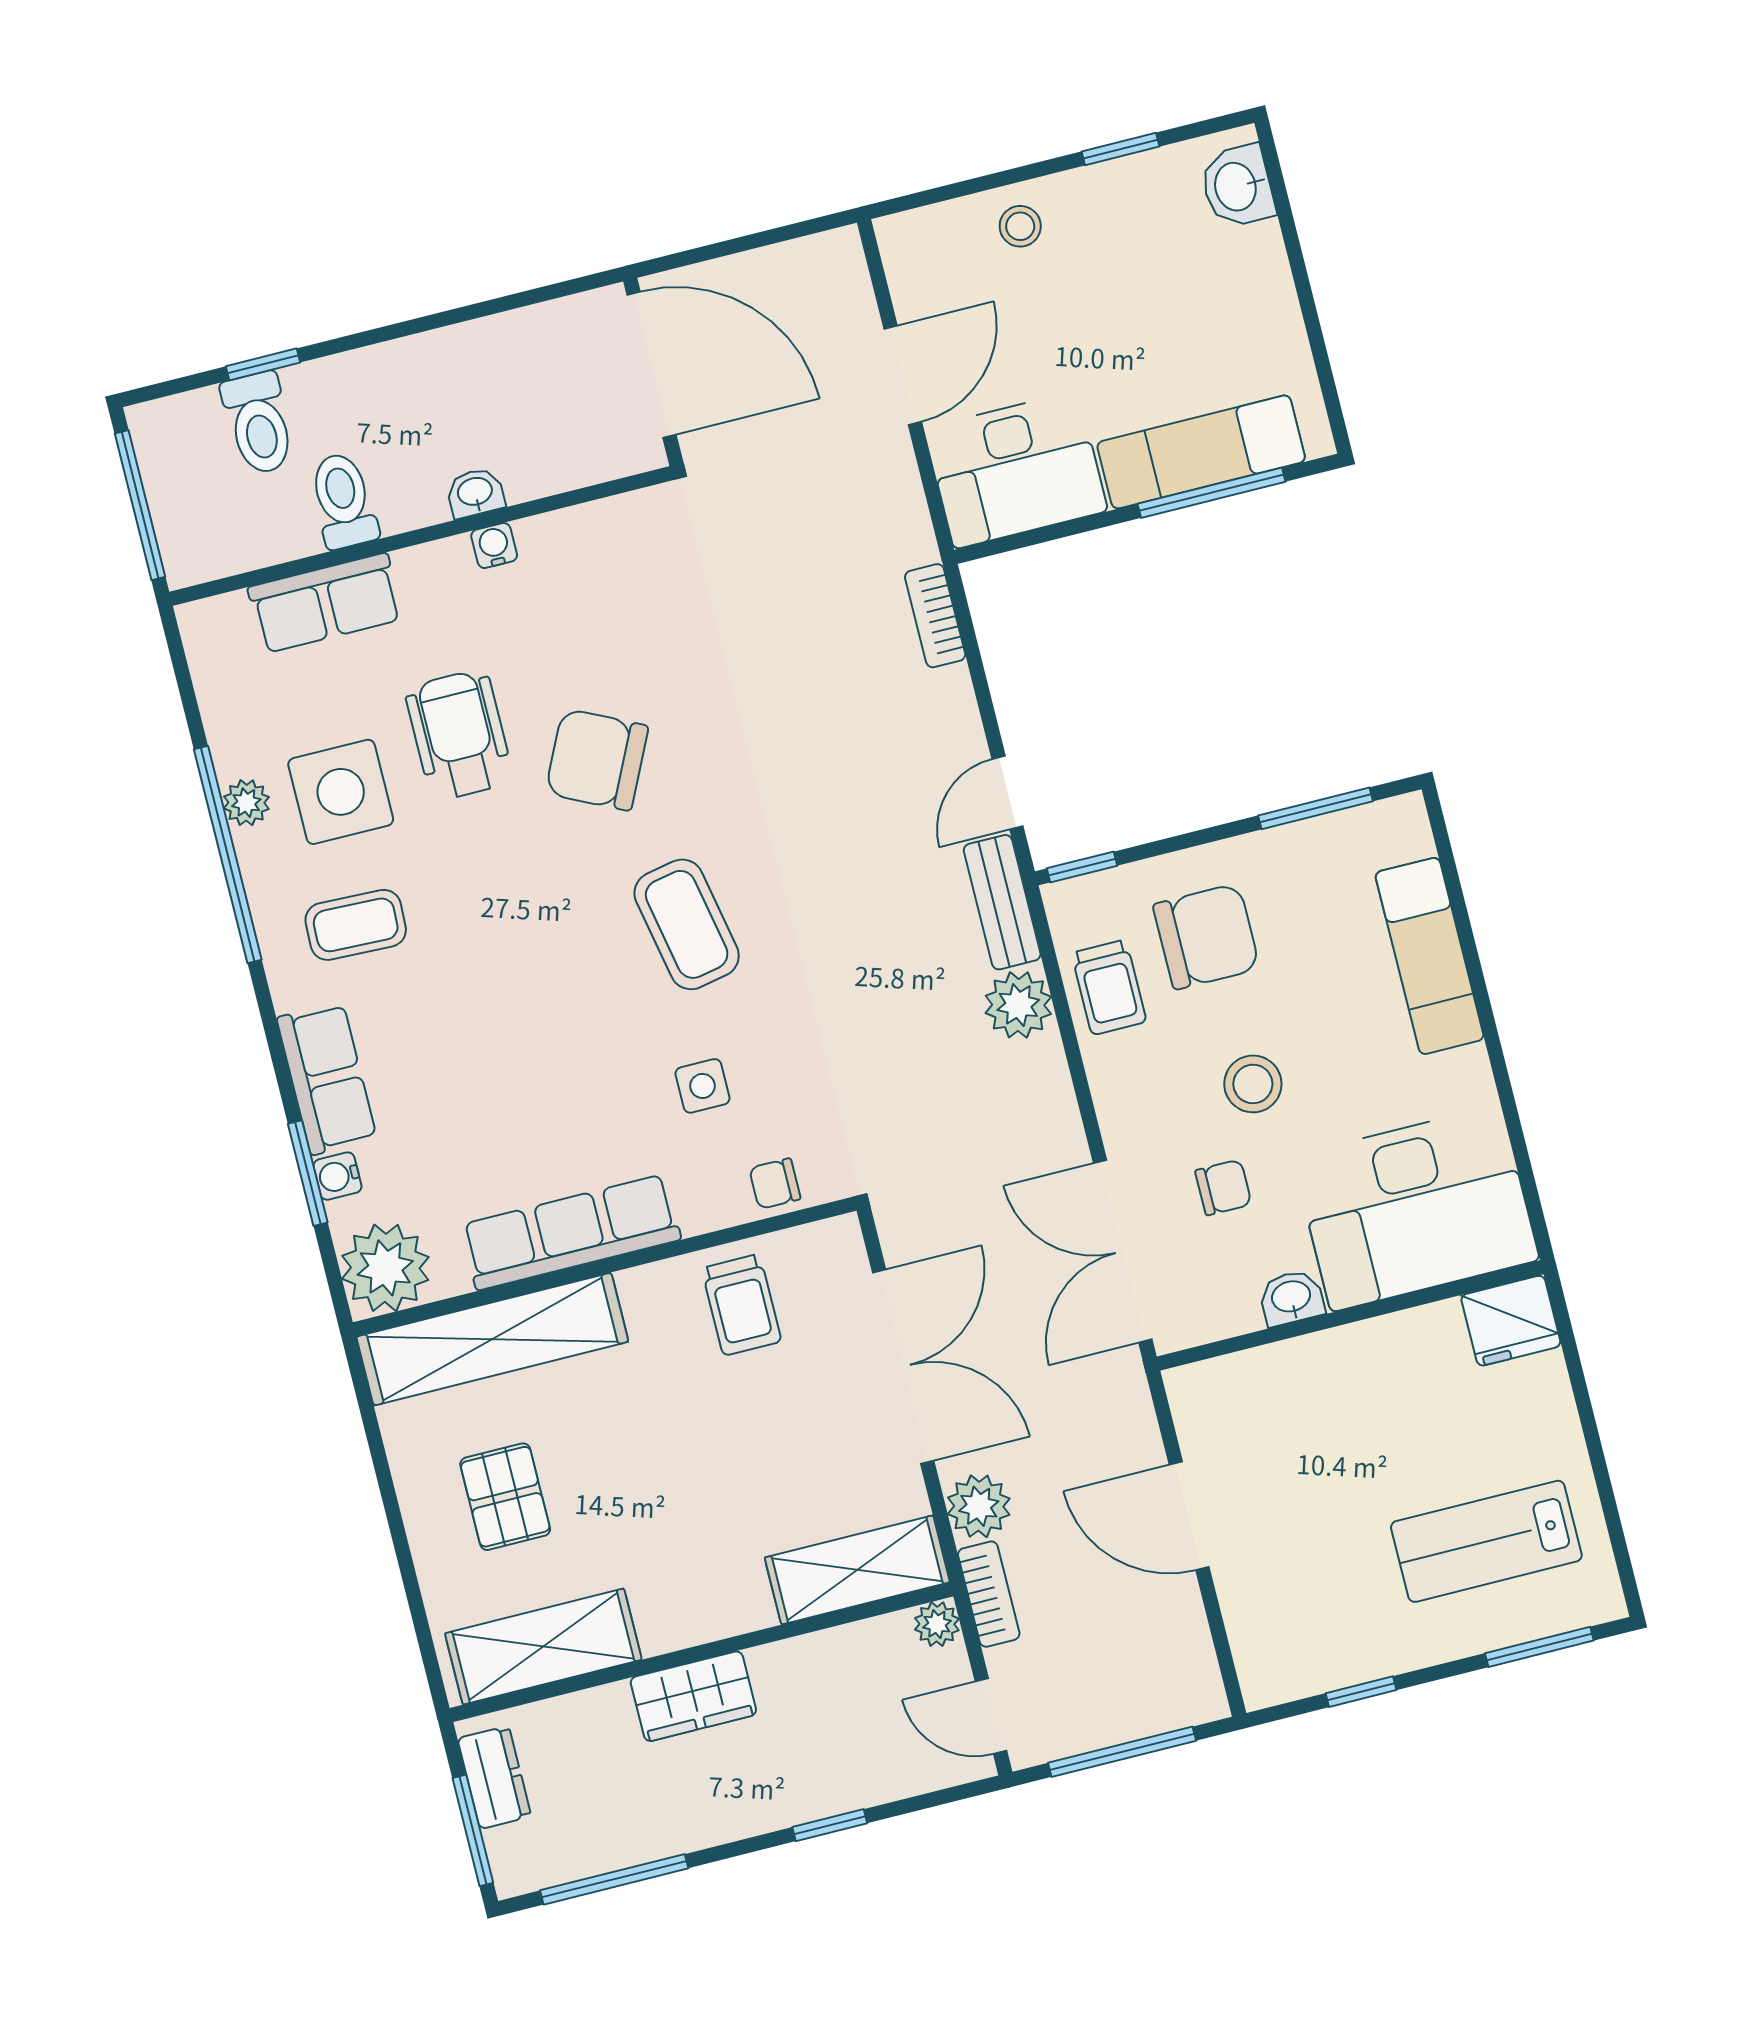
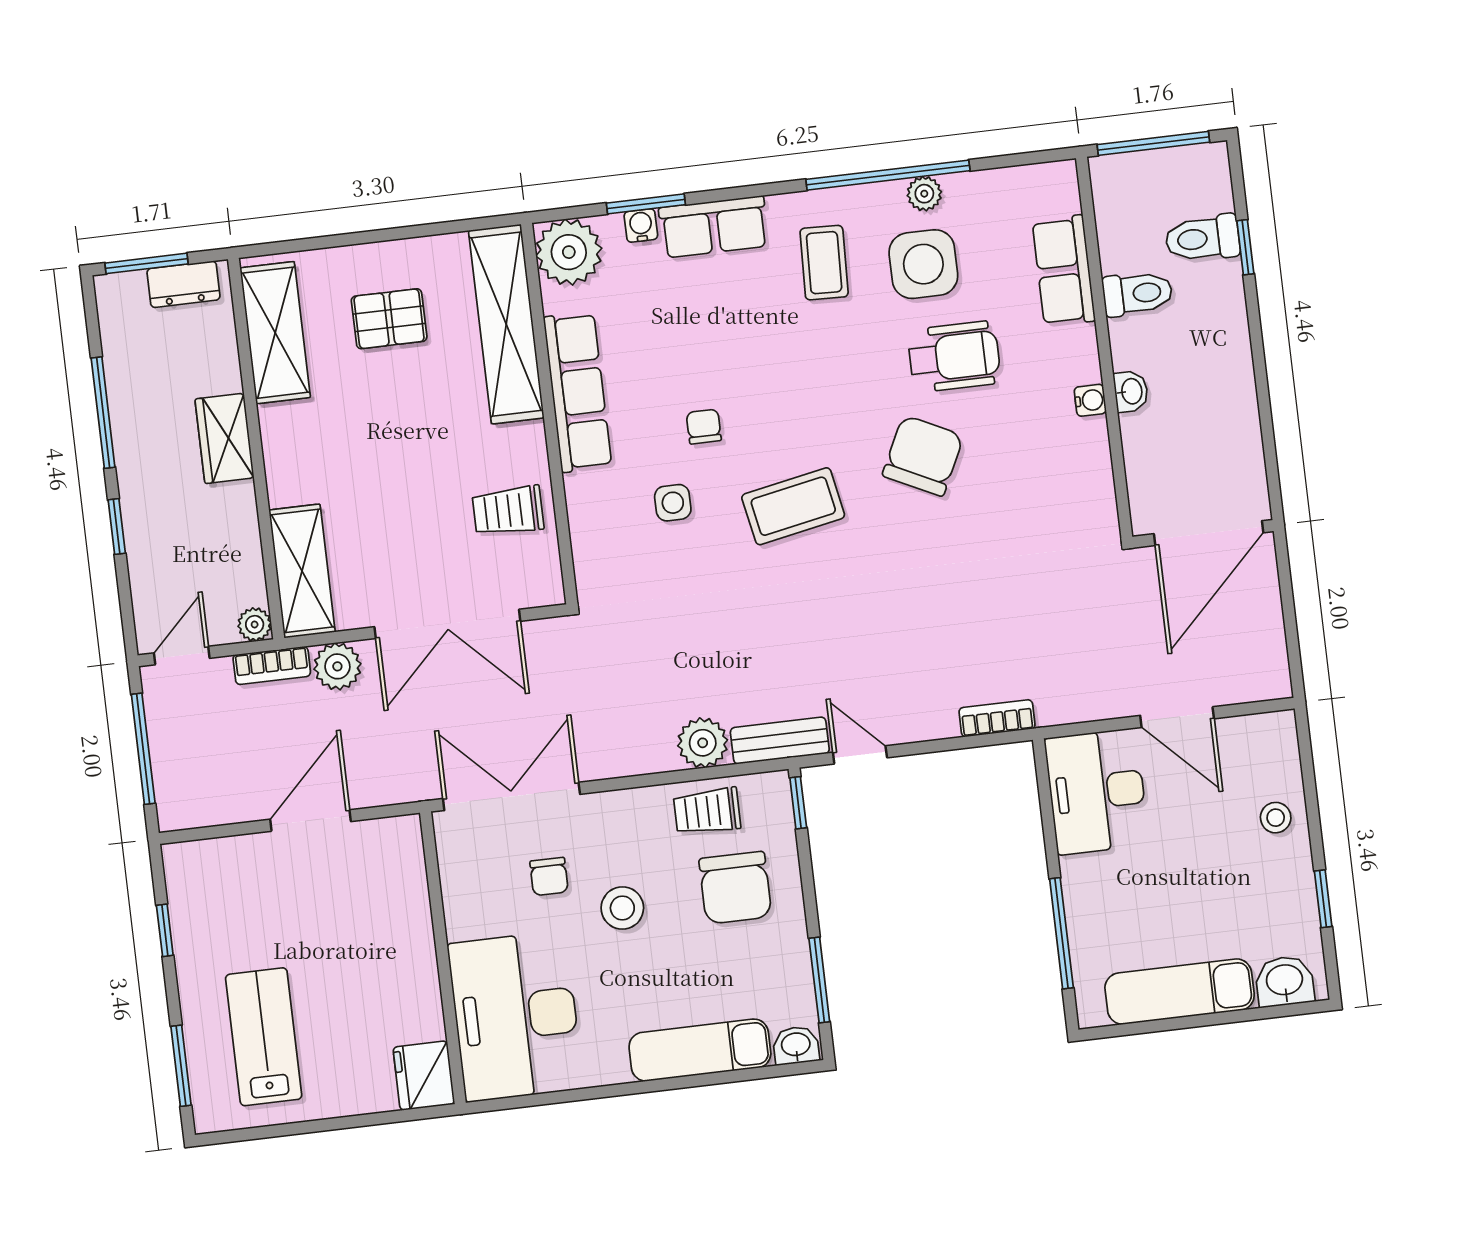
exam couch: (1201, 452) -> (1180, 992), moved, turned -90
chair: (775, 1184) -> (704, 427), moved
washbasin: (1291, 1298) -> (796, 1045), moved, turned -90
window: (614, 1879) -> (103, 413), moved

